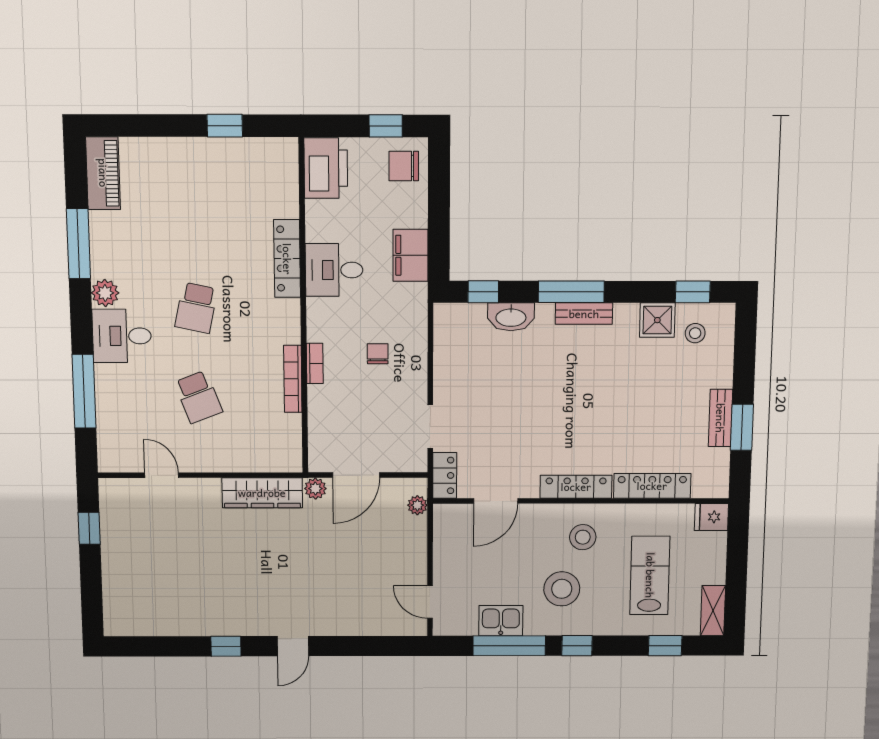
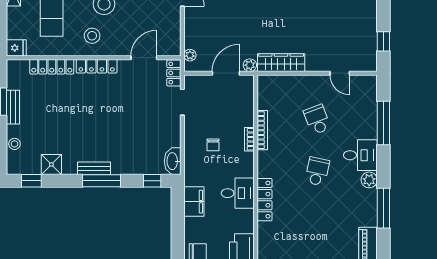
washbasin: (511, 317) -> (173, 161), moved, turned -90
stool: (695, 333) -> (14, 144), moved

